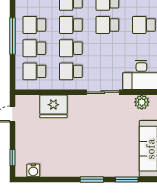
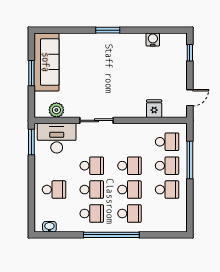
window: (12, 36) -> (190, 160), moved
school desk: (71, 71) -> (92, 166), moved
fridge: (53, 106) -> (154, 109), width x0.53, depth x0.75
water cooler: (33, 170) -> (153, 40), moved
window: (127, 179) -> (72, 30), removed

